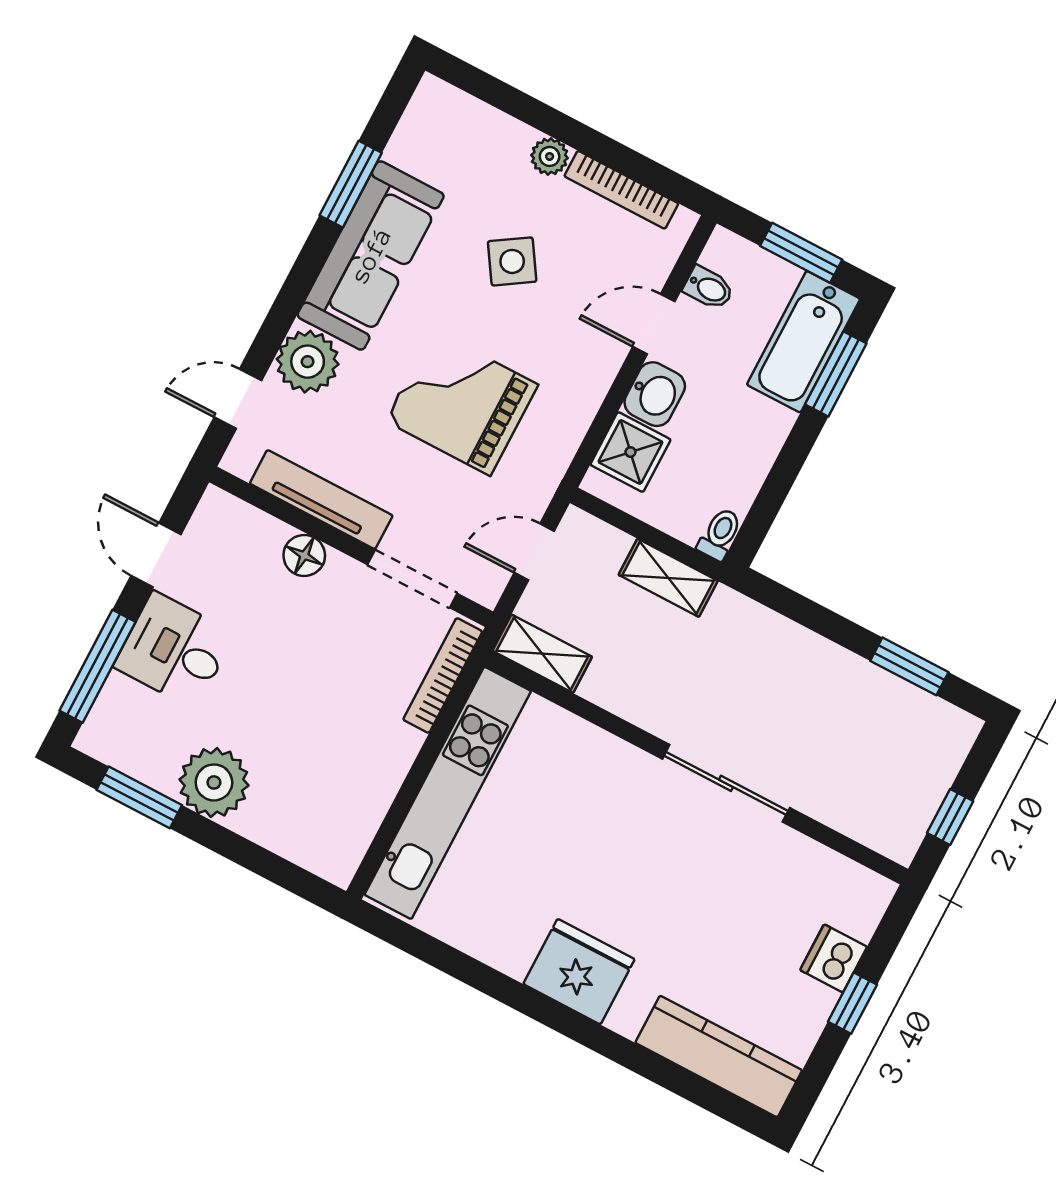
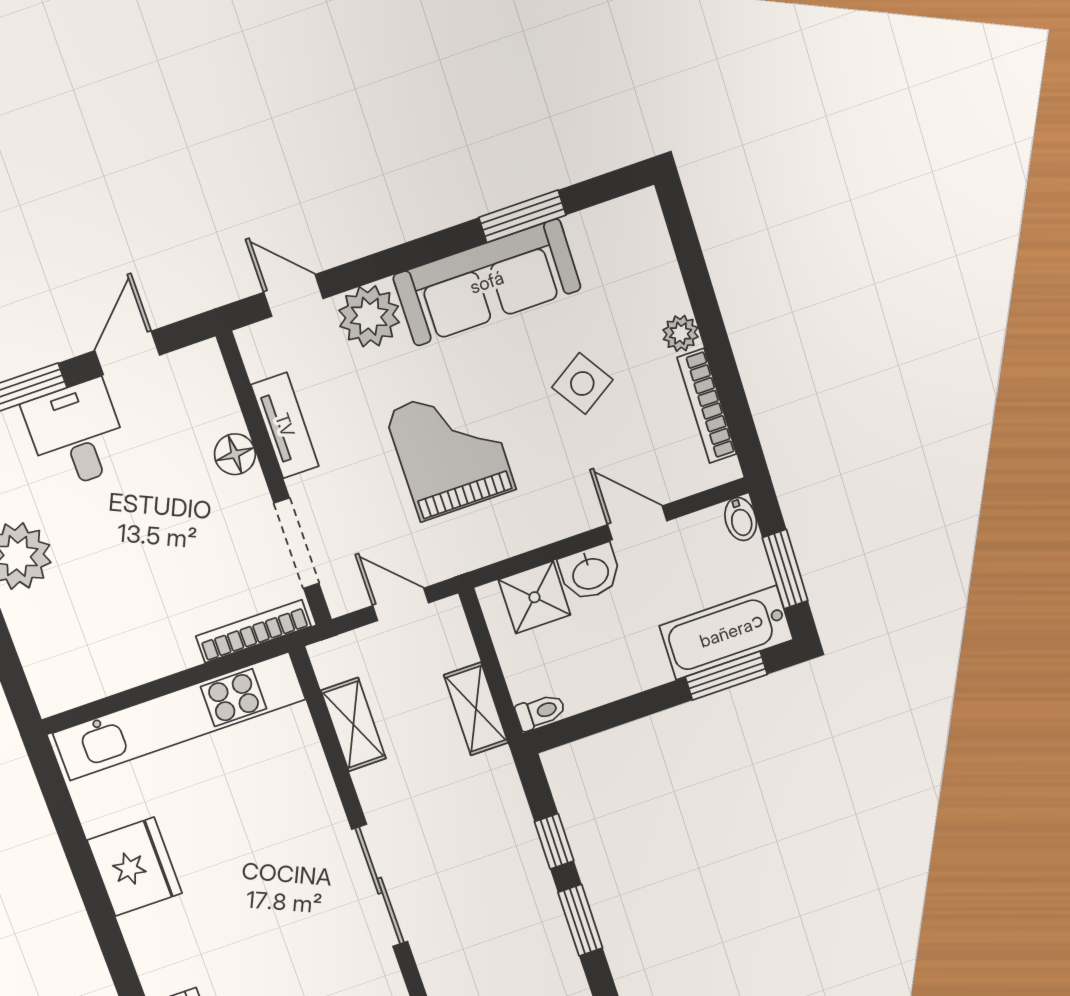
bidet: (709, 288) -> (741, 519), moved
tv unit: (321, 500) -> (285, 425), width x0.71
window: (828, 624) -> (554, 841), added
shelving: (542, 654) -> (353, 725), moved
fridge: (579, 972) -> (135, 867), moved

